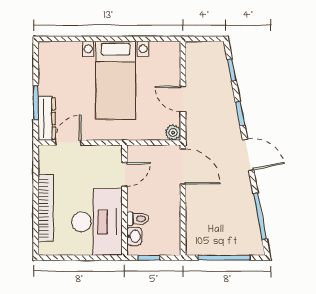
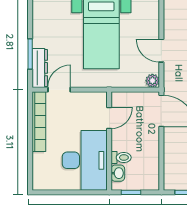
bookcase: (46, 208) -> (39, 122), moved

